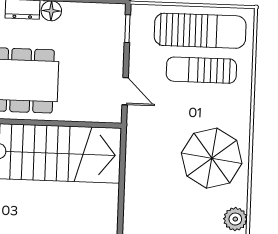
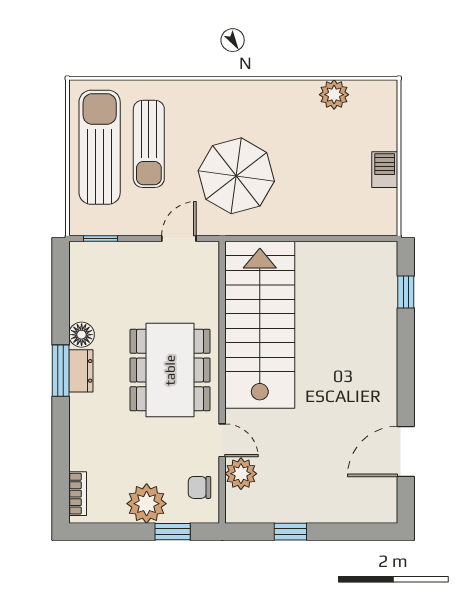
parasol: (212, 158) -> (236, 176), moved

